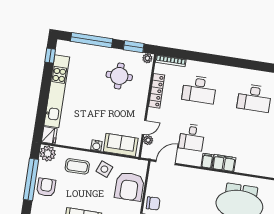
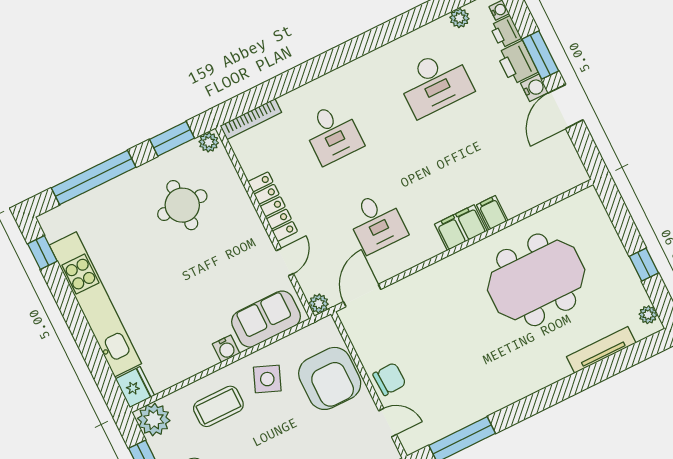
desk: (199, 89) -> (332, 133), width x0.73
locker: (157, 91) -> (273, 207), moved
plant: (148, 140) -> (319, 304), moved
filing cabinet: (207, 161) -> (492, 213), moved

